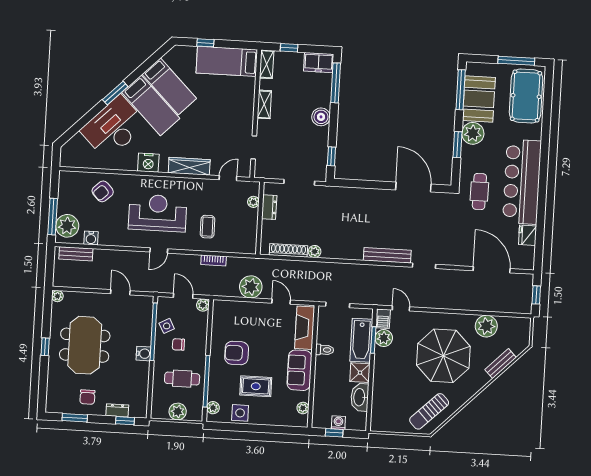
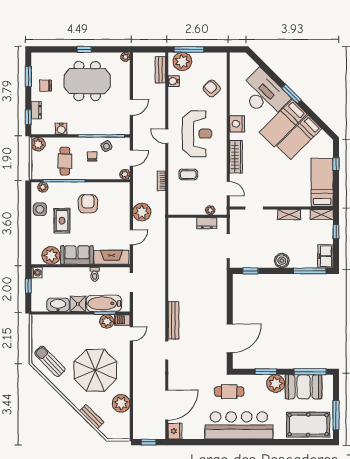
fridge: (528, 235) -> (175, 431), moved, turned 90
shoe rack: (288, 250) -> (173, 241), removed
plant: (315, 251) -> (173, 262), removed
water cooler: (143, 354) -> (61, 129), moved
plant: (303, 408) -> (51, 255), width x1.87, depth x1.87
plant: (178, 412) -> (38, 144), moved
washing machine: (338, 423) -> (37, 273), moved

